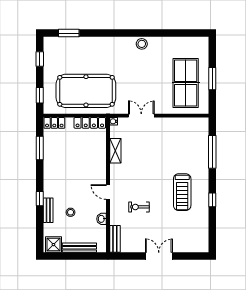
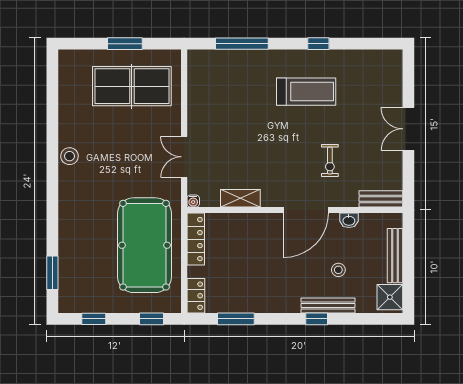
door: (108, 192) -> (306, 210), width x1.88
bench: (48, 210) -> (328, 306), width x1.36

